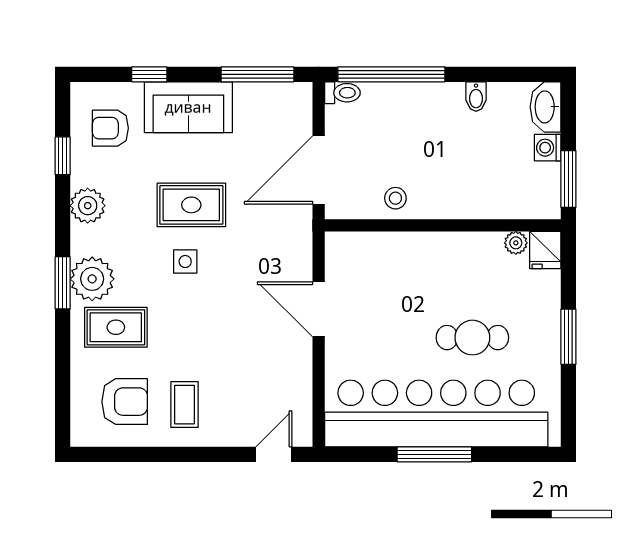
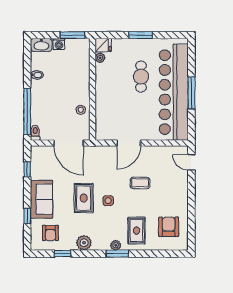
window: (258, 74) -> (27, 169), width x0.46
plant: (92, 279) -> (116, 245), width x0.53, depth x0.53
coffee table: (184, 405) -> (140, 183), moved

